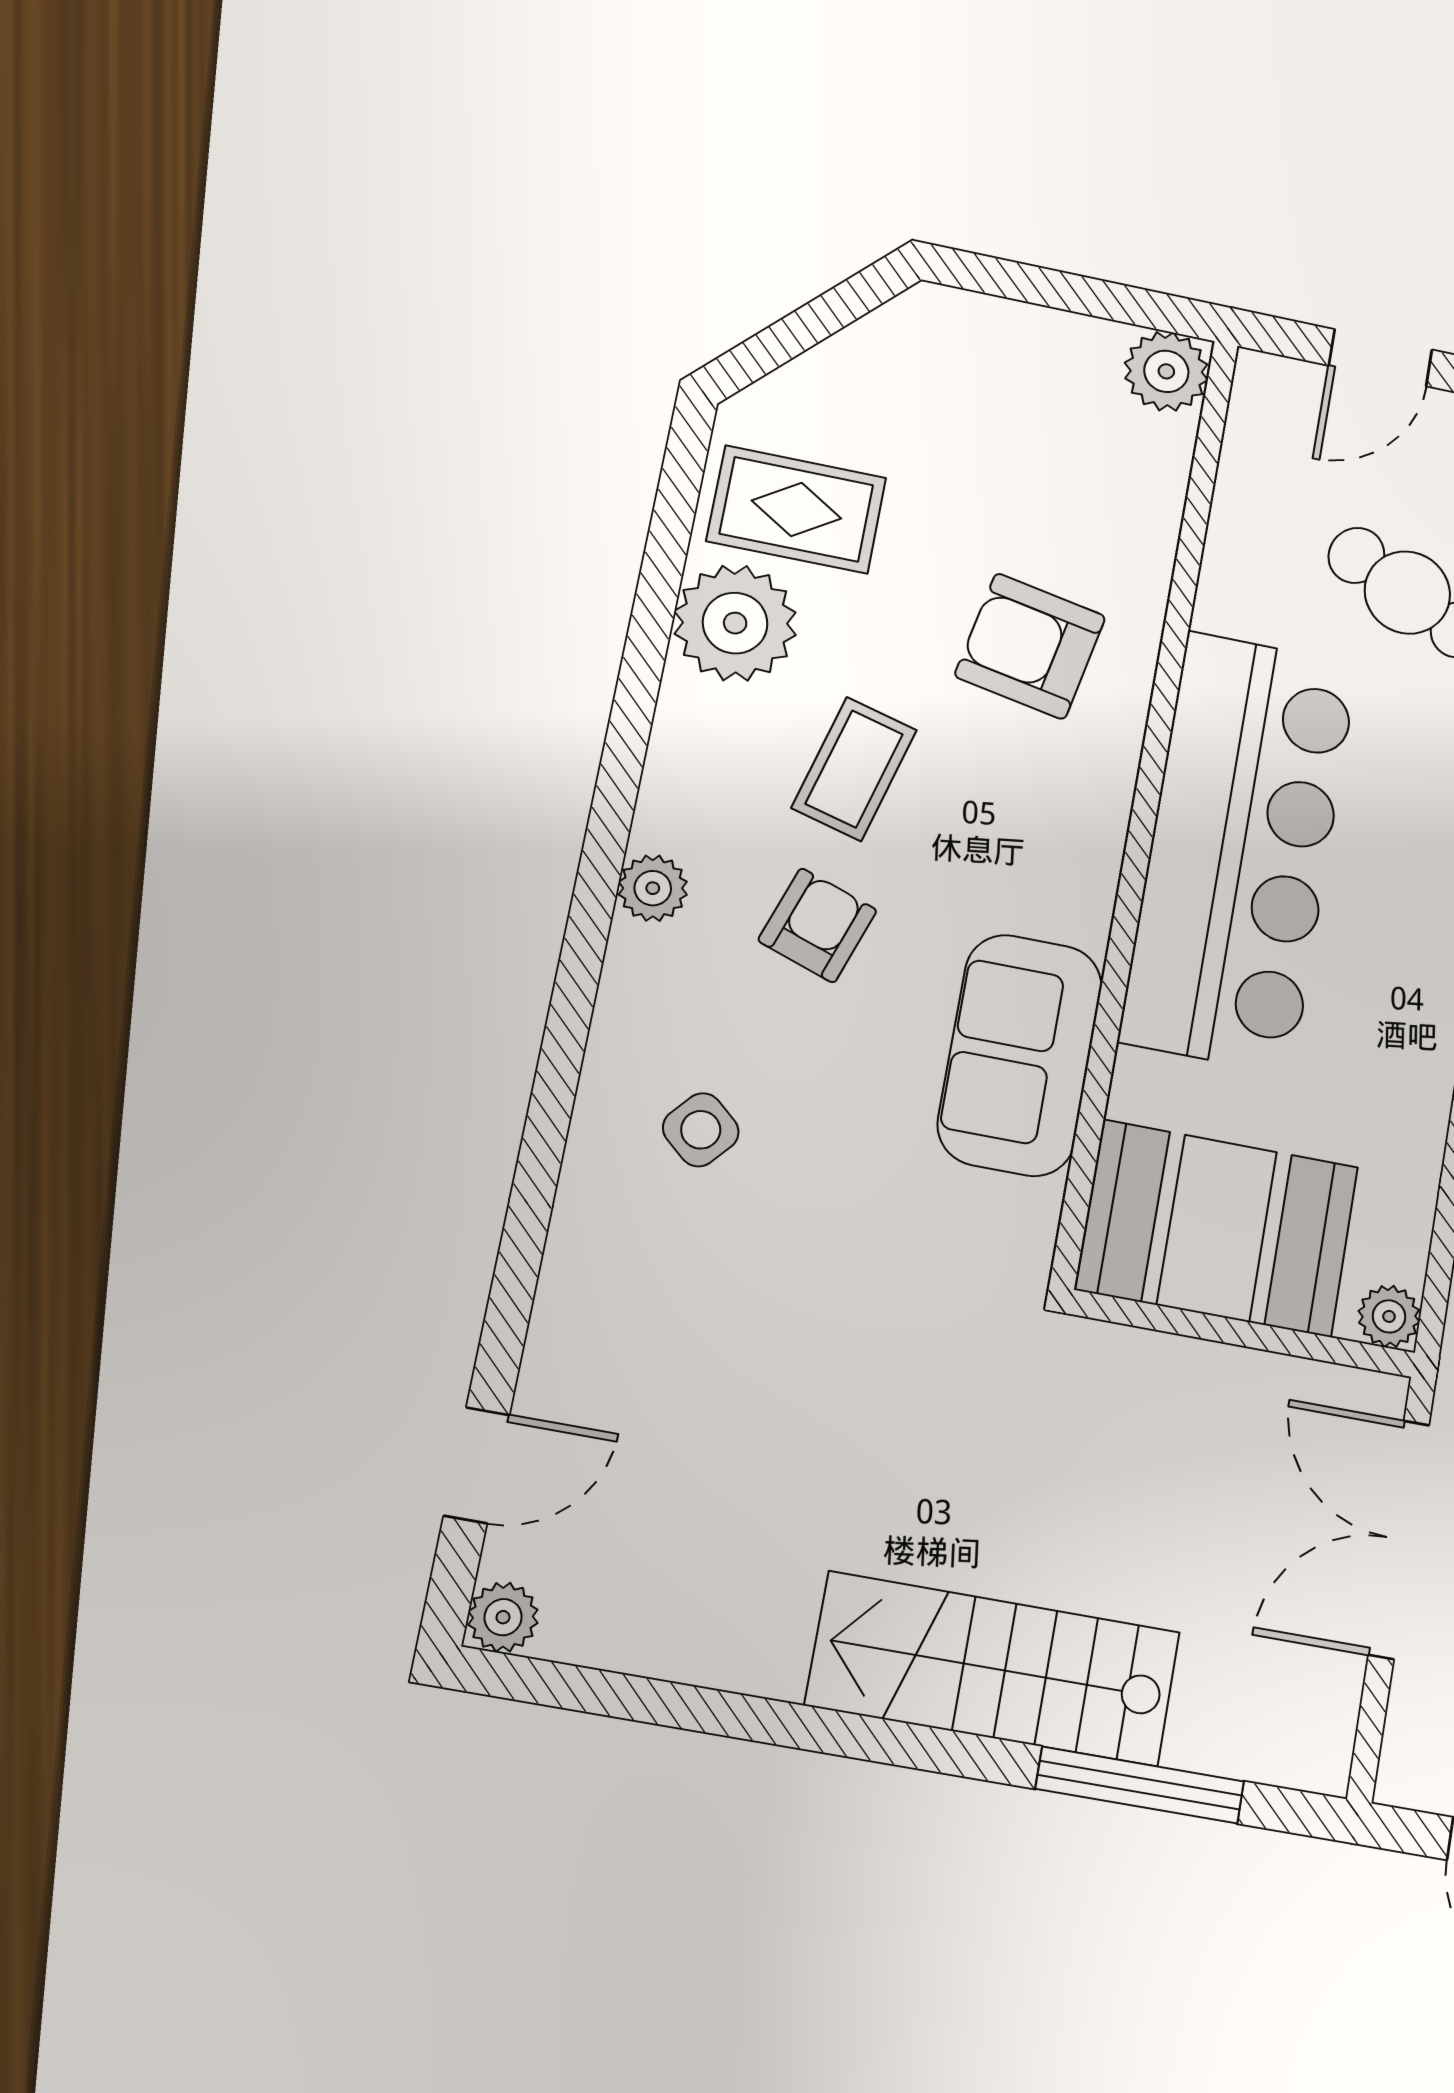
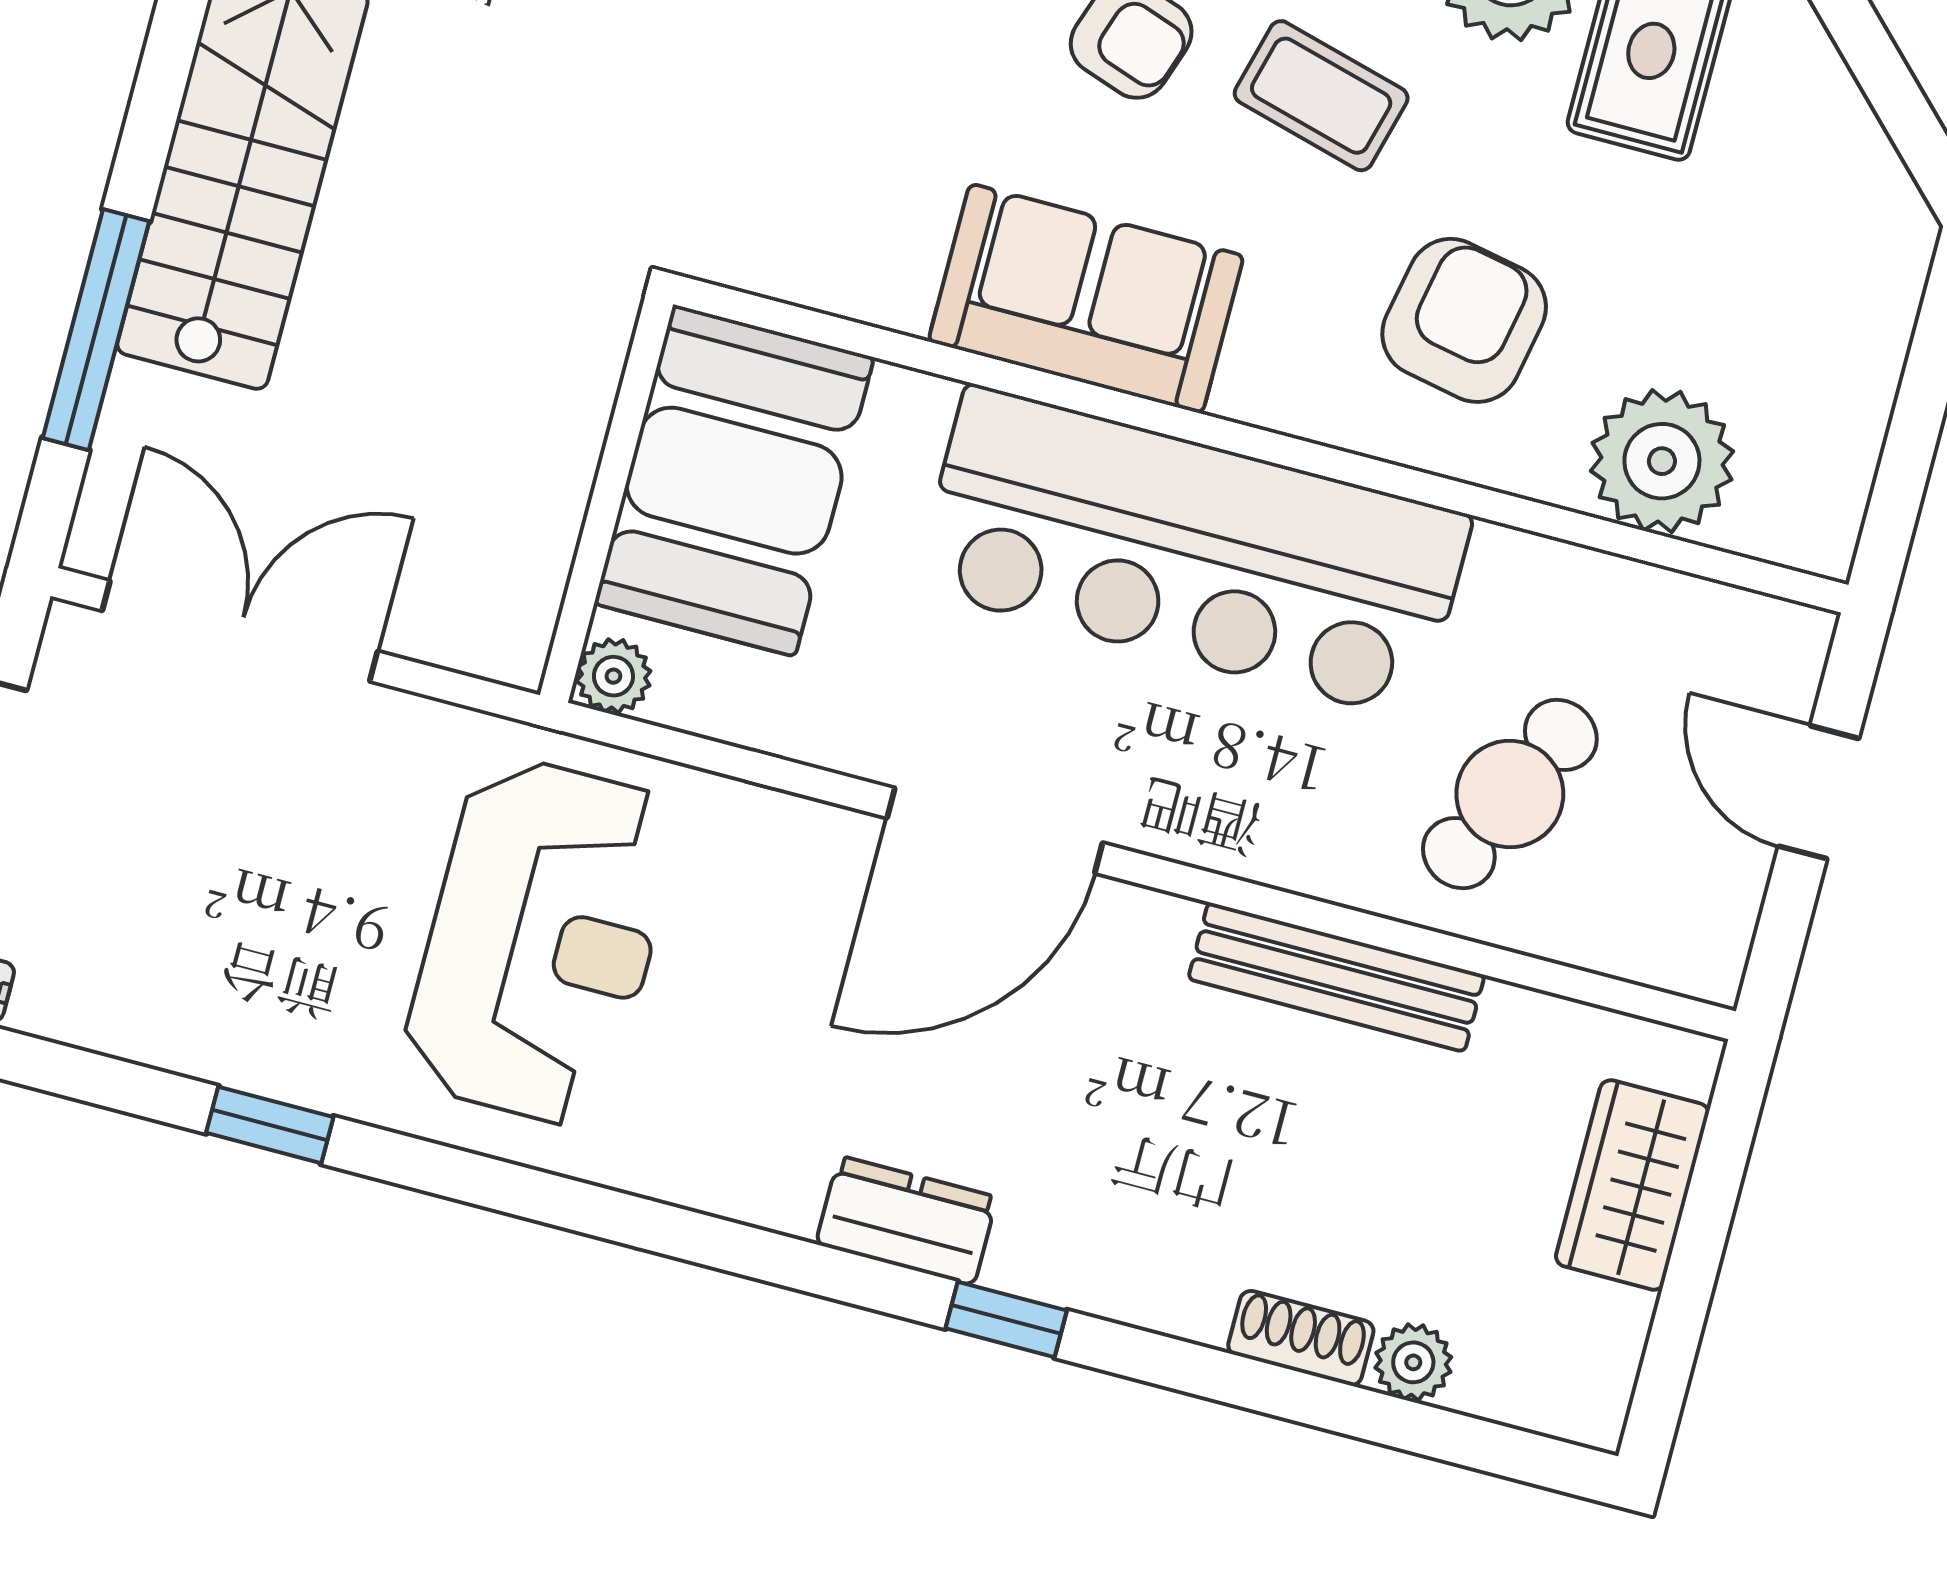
plant: (1166, 371) -> (1662, 461), moved, width x1.36, depth x1.36
sofa: (1020, 1055) -> (1086, 299), moved
double door: (1399, 1539) -> (240, 631), moved

